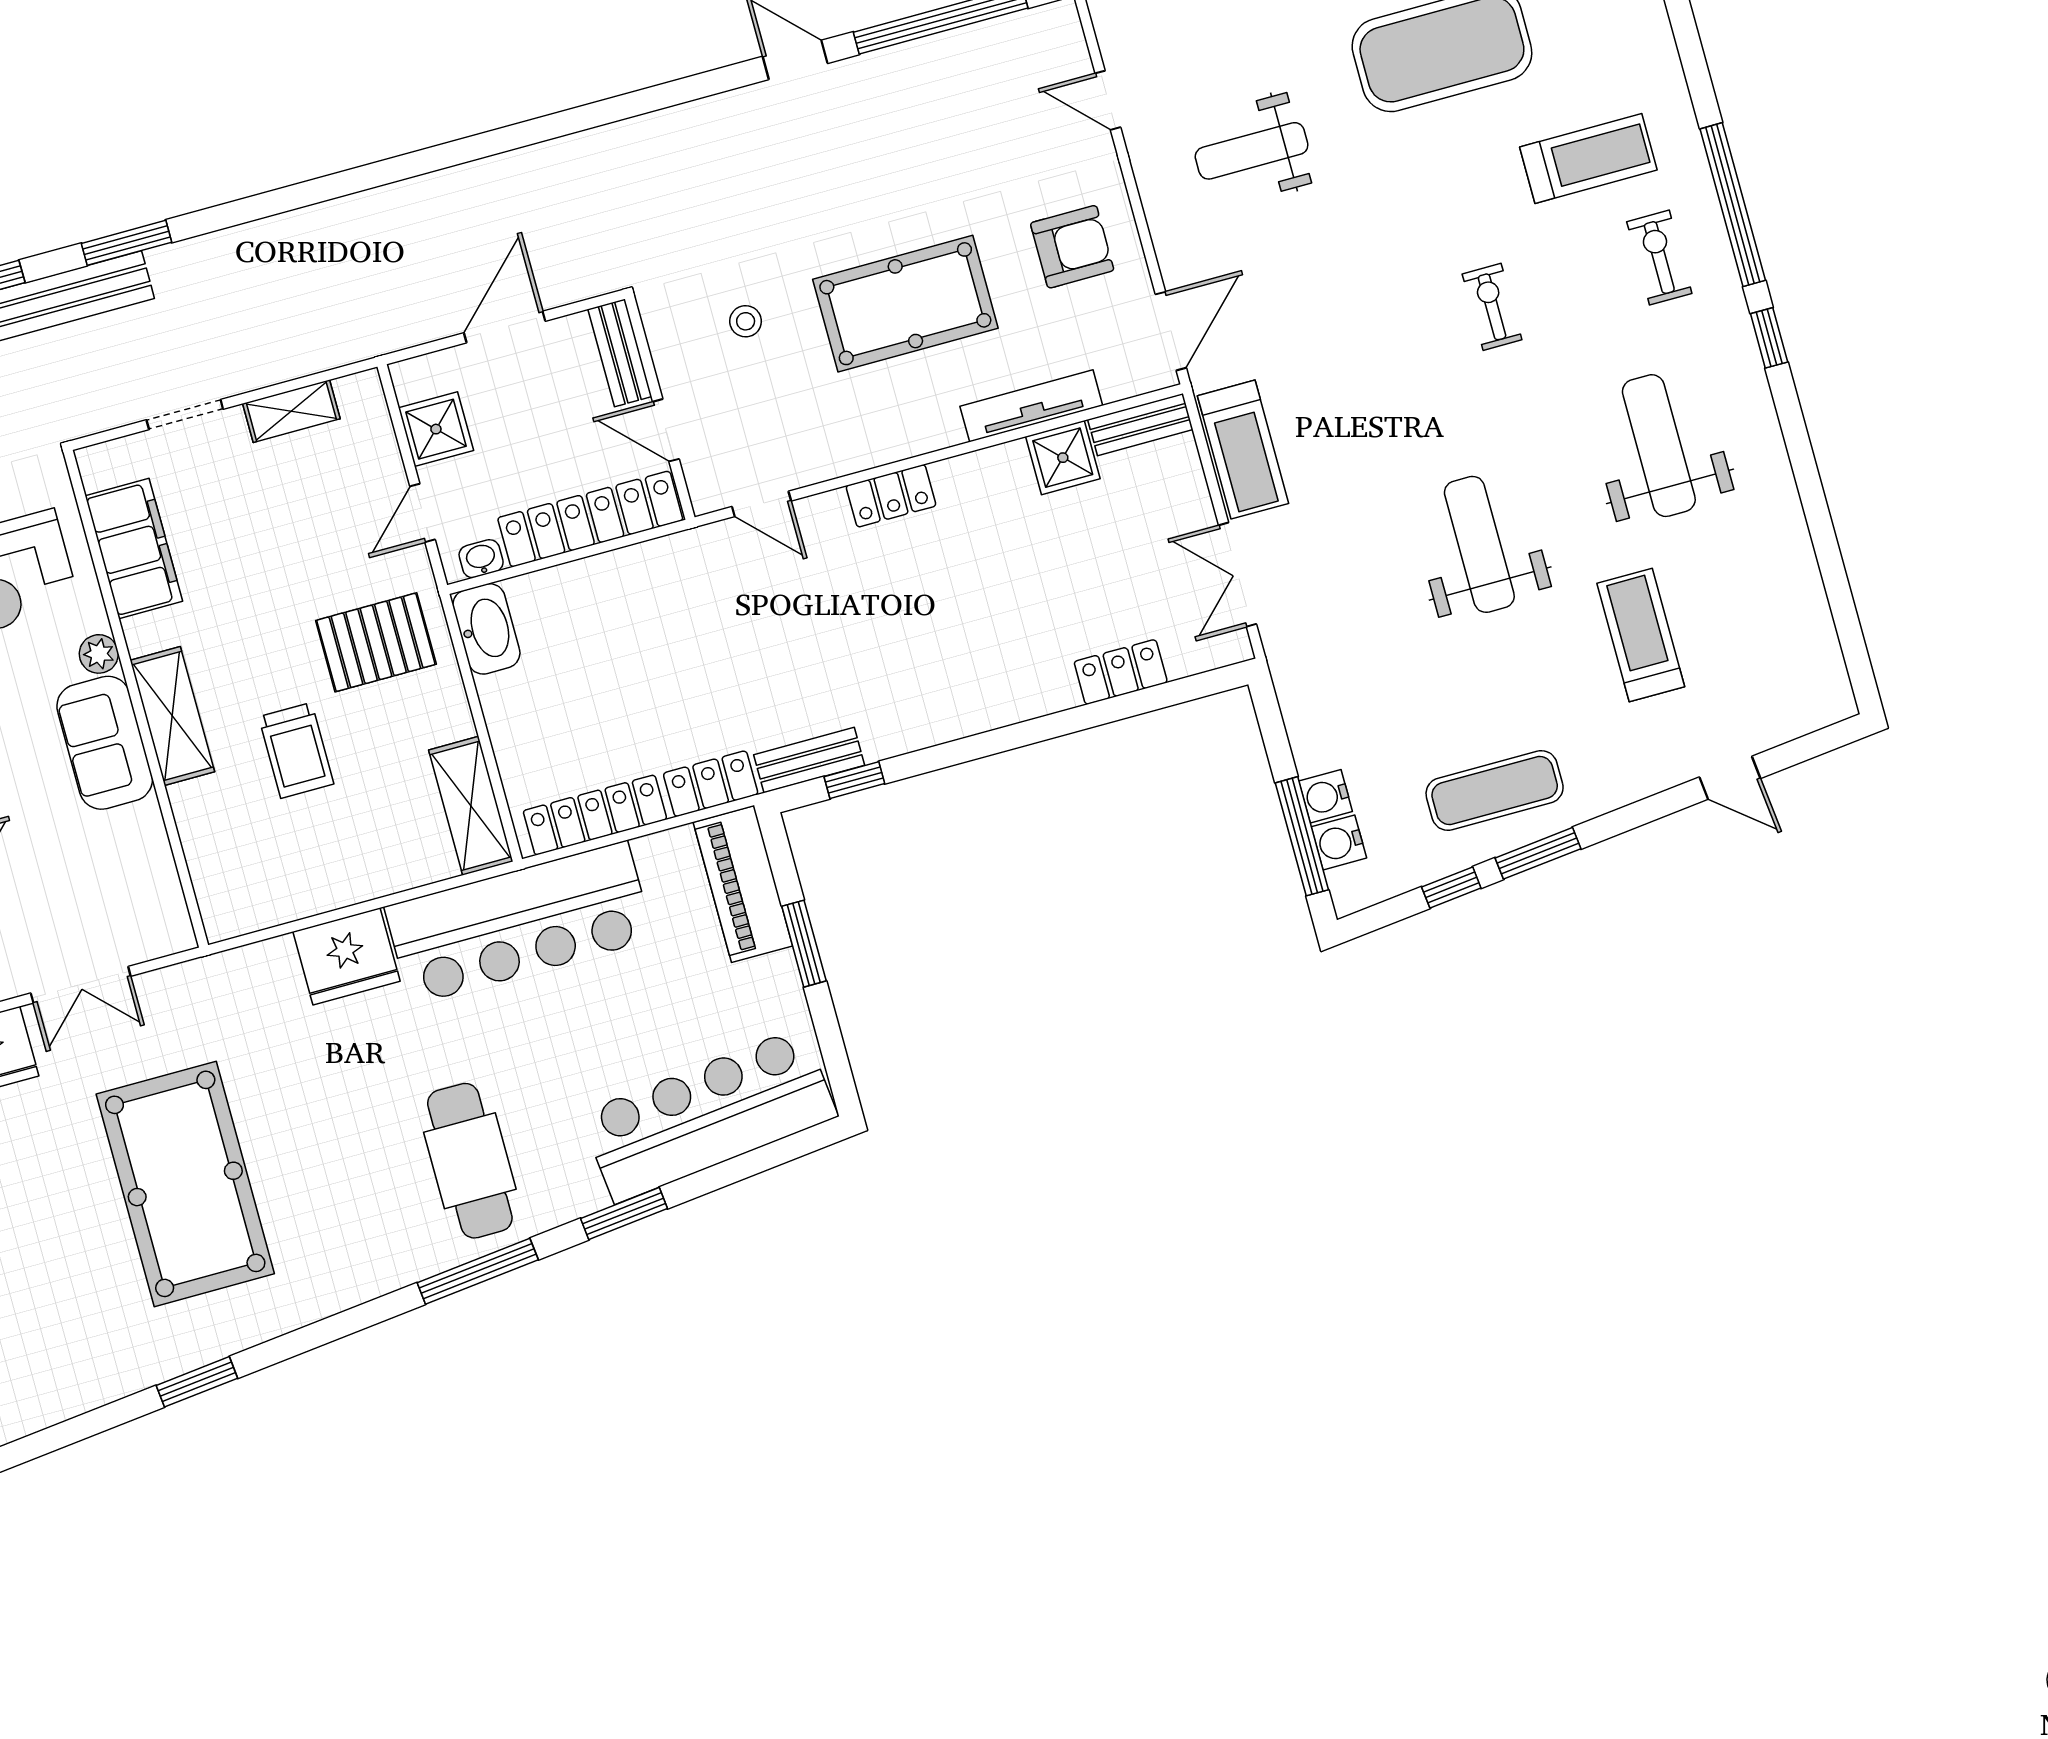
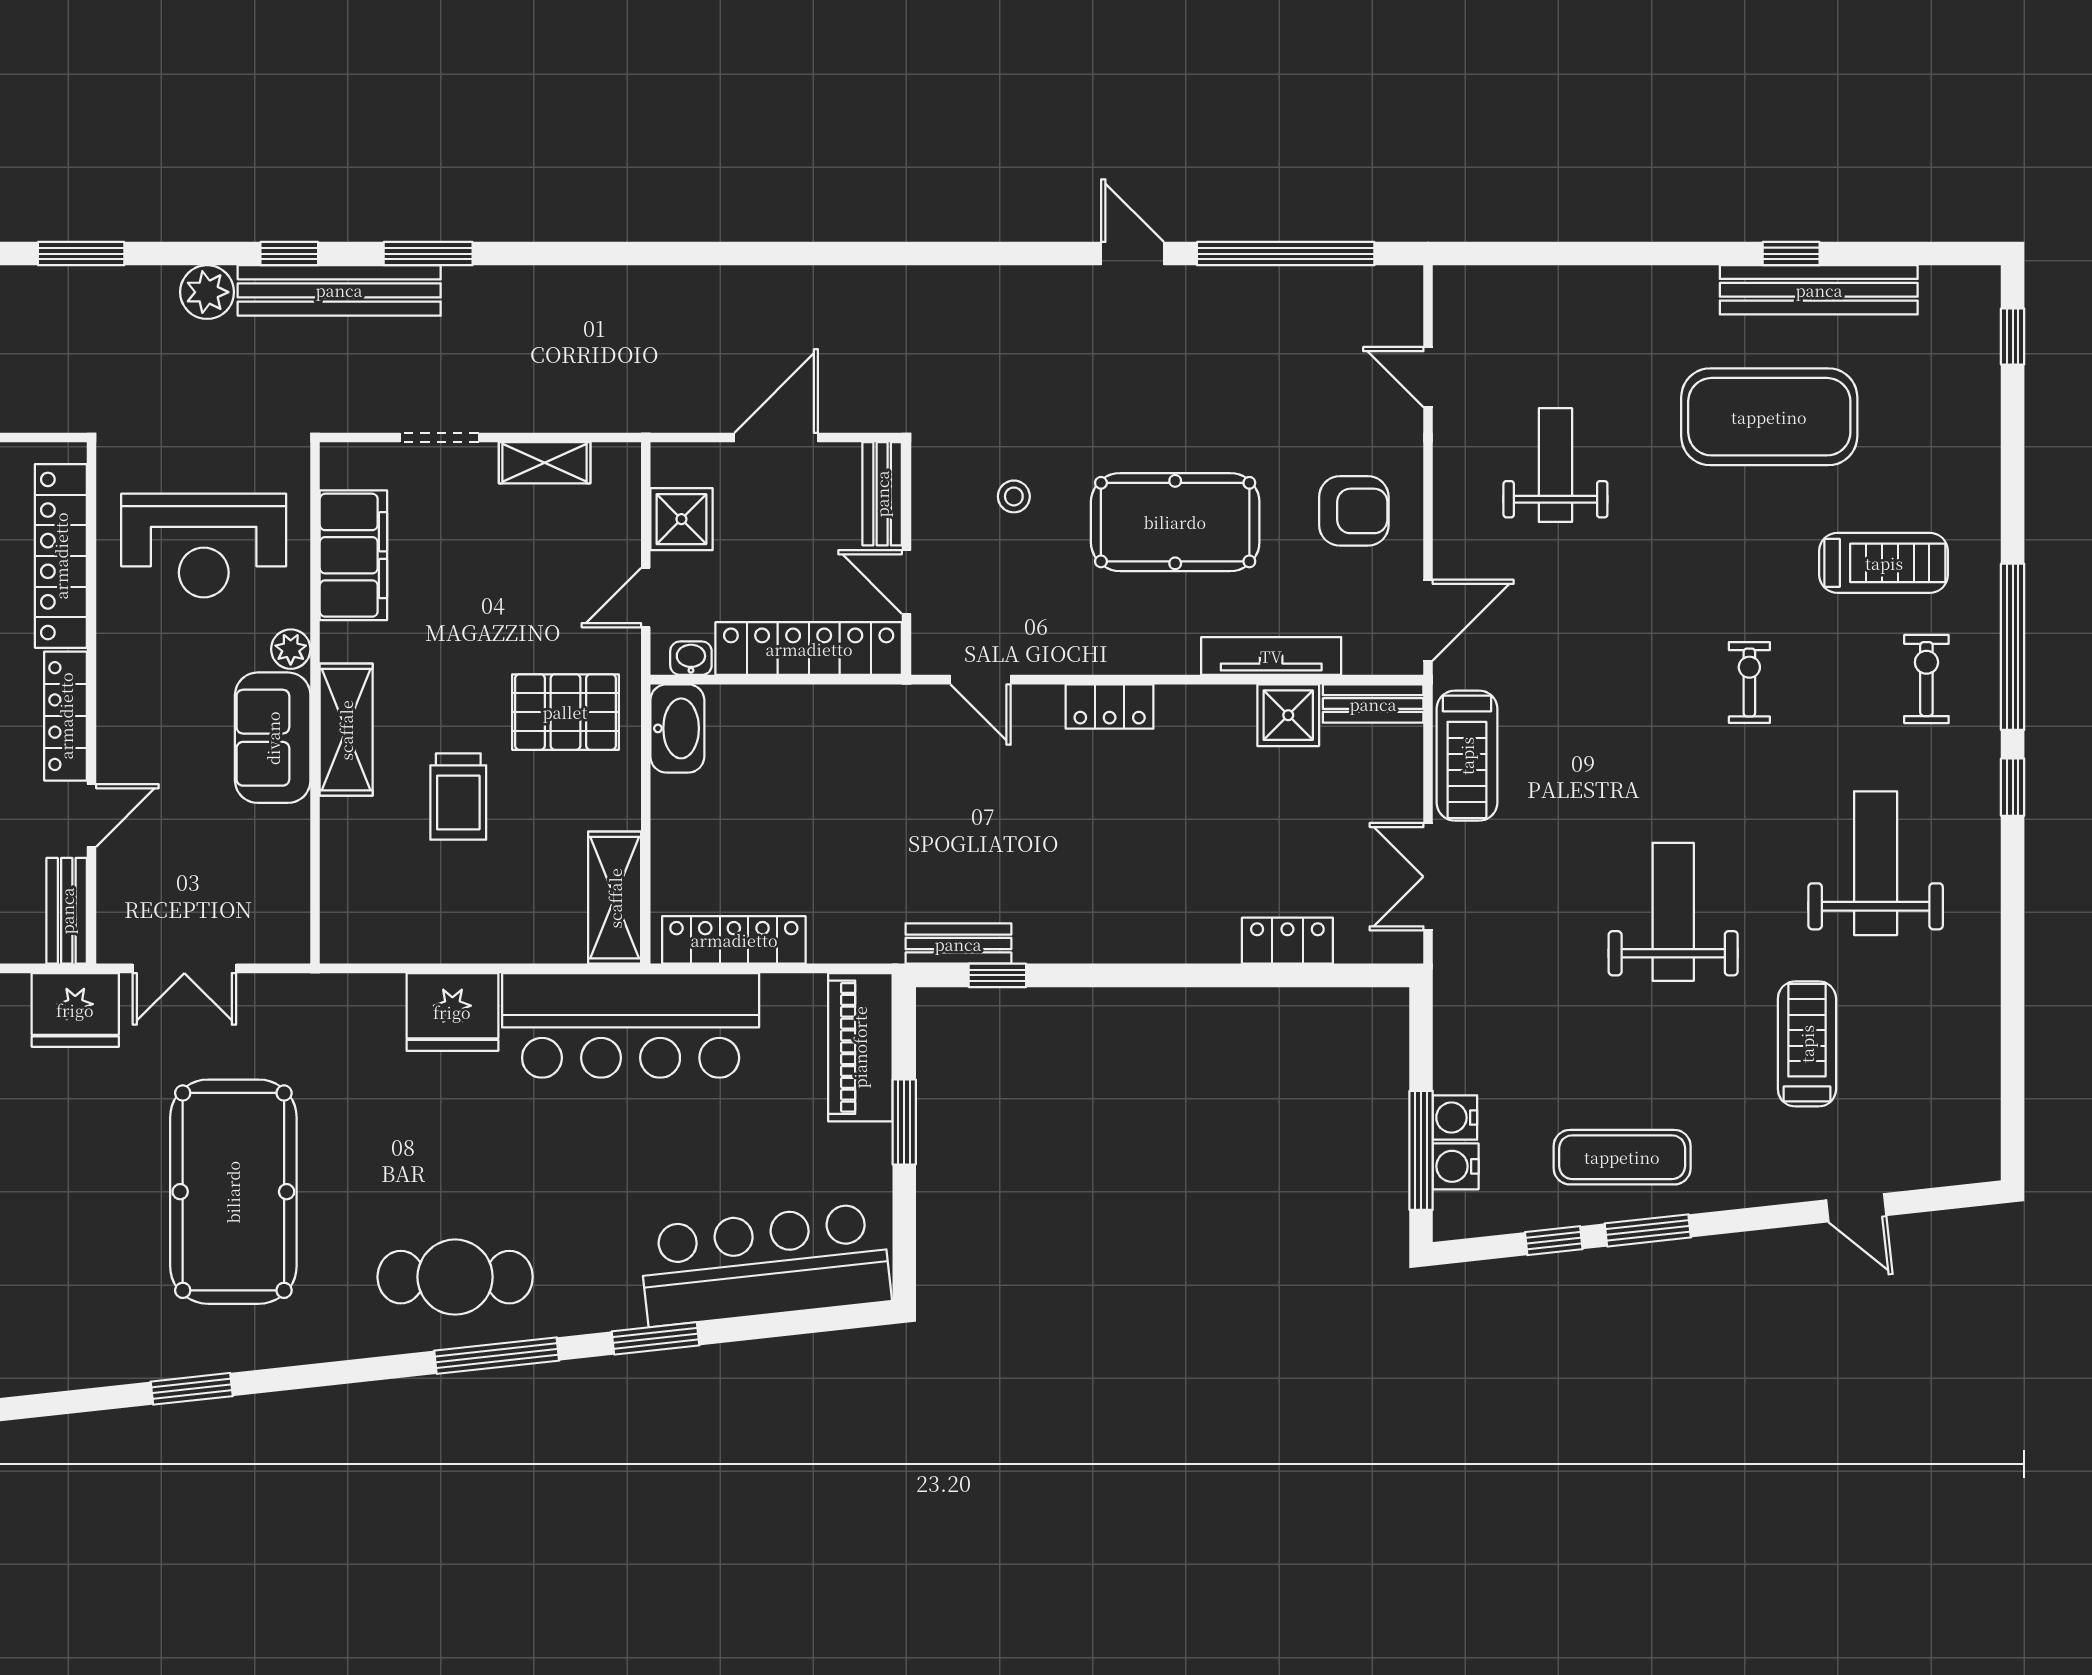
weight bench: (1252, 151) -> (1555, 465), turned 90
locker: (711, 784) -> (856, 940), removed
cafe table: (470, 1161) -> (455, 1277), moved, turned 90

